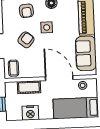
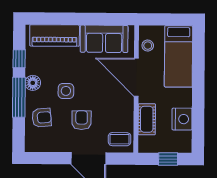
armchair: (26, 40) -> (82, 120), turned 51
door: (59, 78) -> (136, 77), hinge flipped

